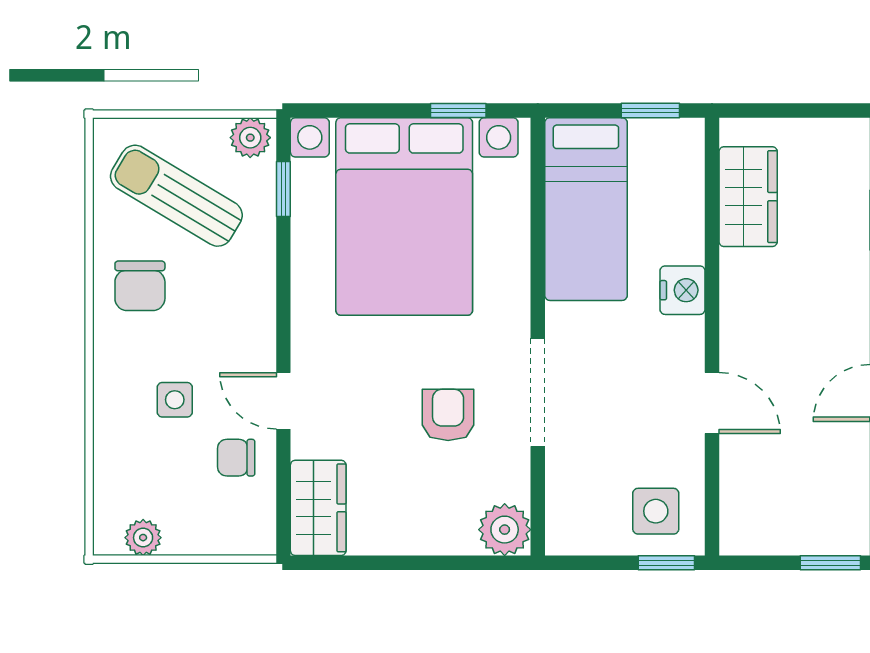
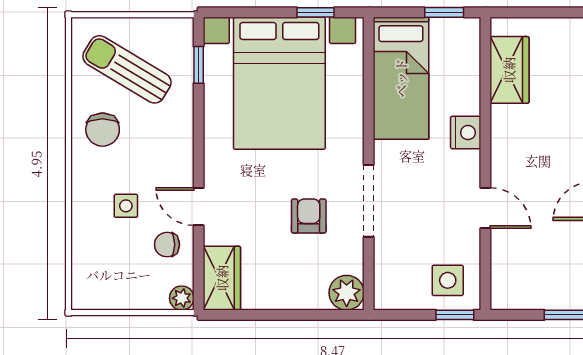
plant: (250, 138) -> (176, 30), removed
plant: (143, 538) -> (182, 298), moved

